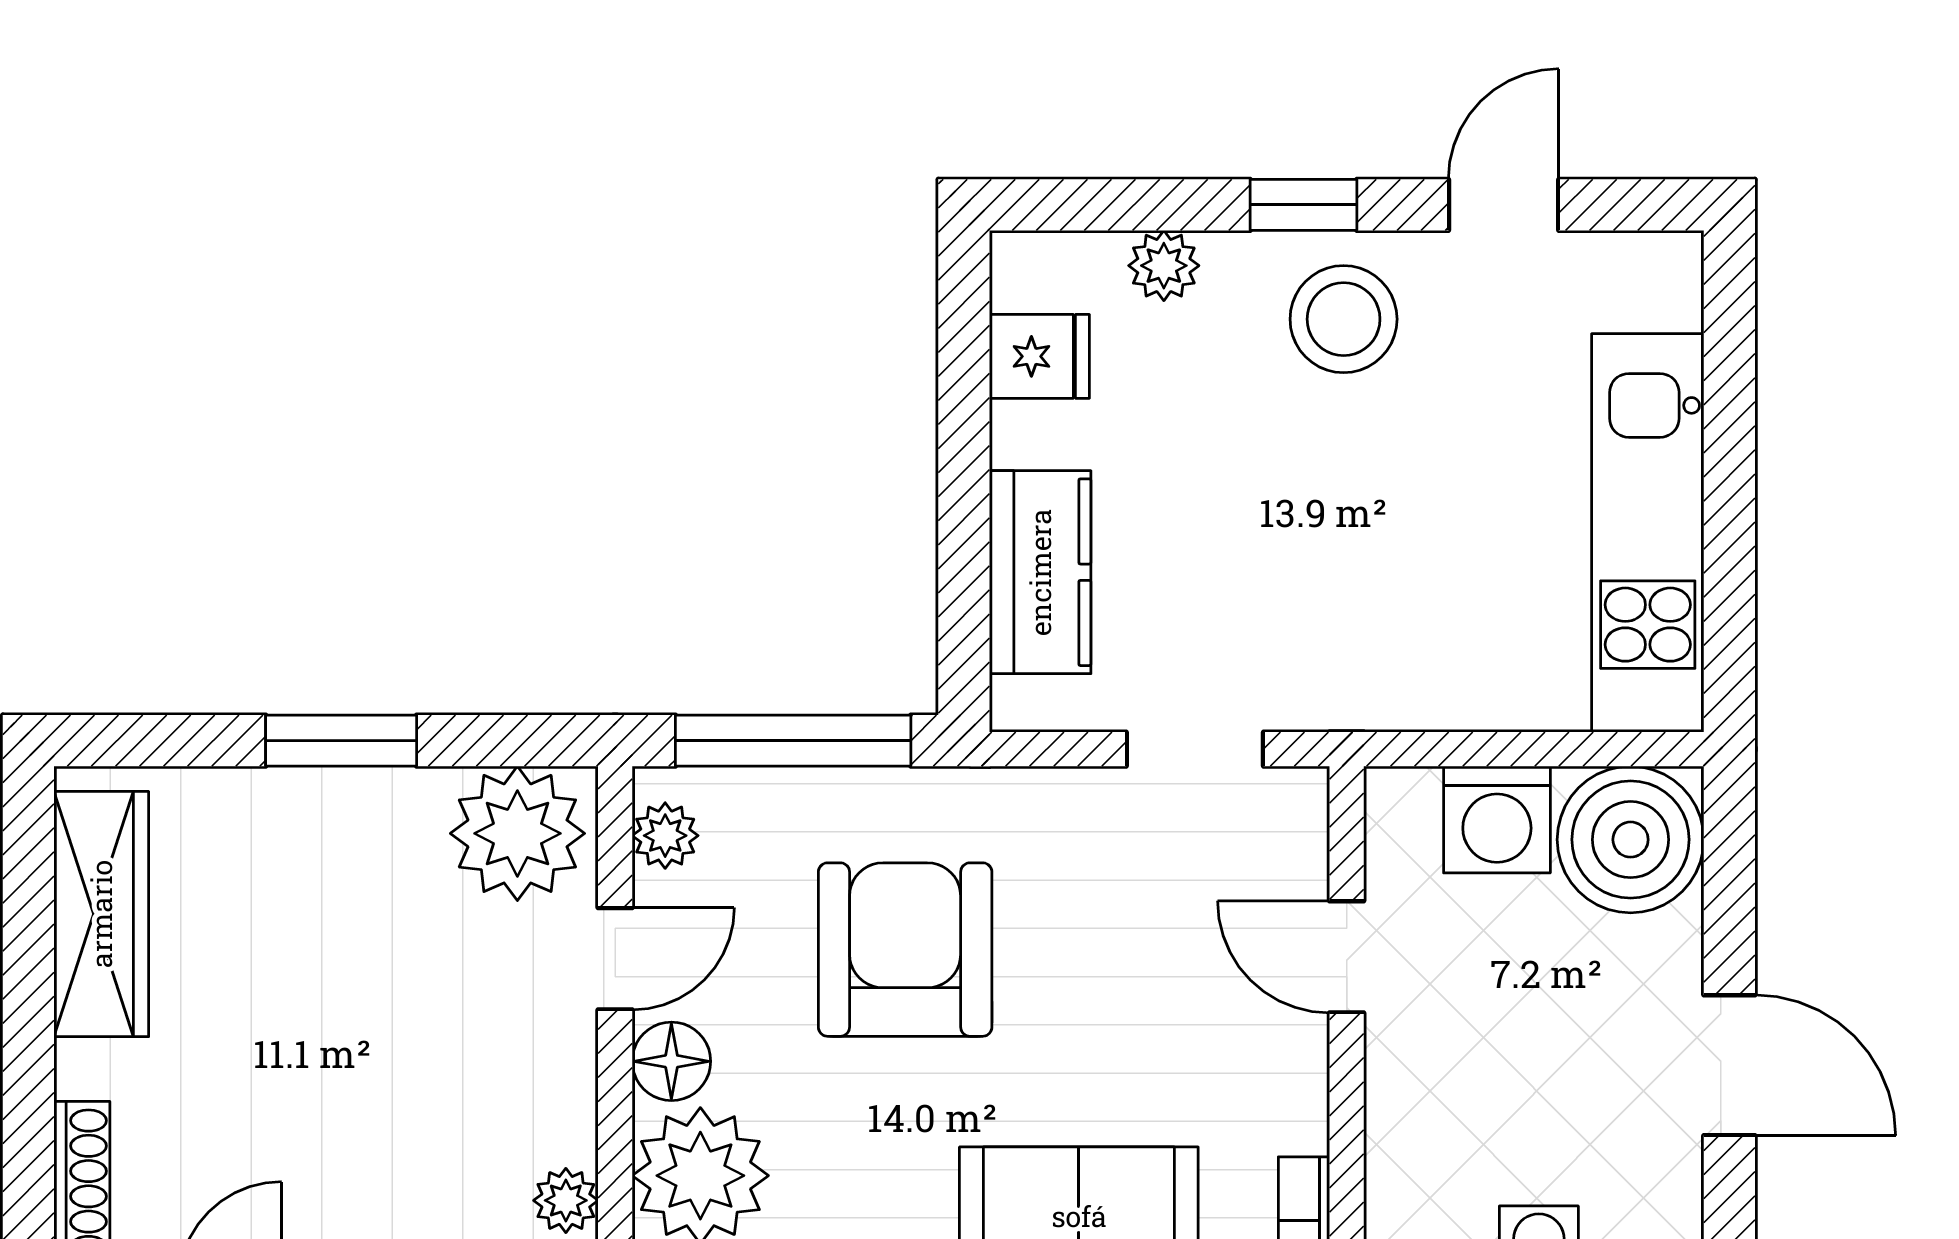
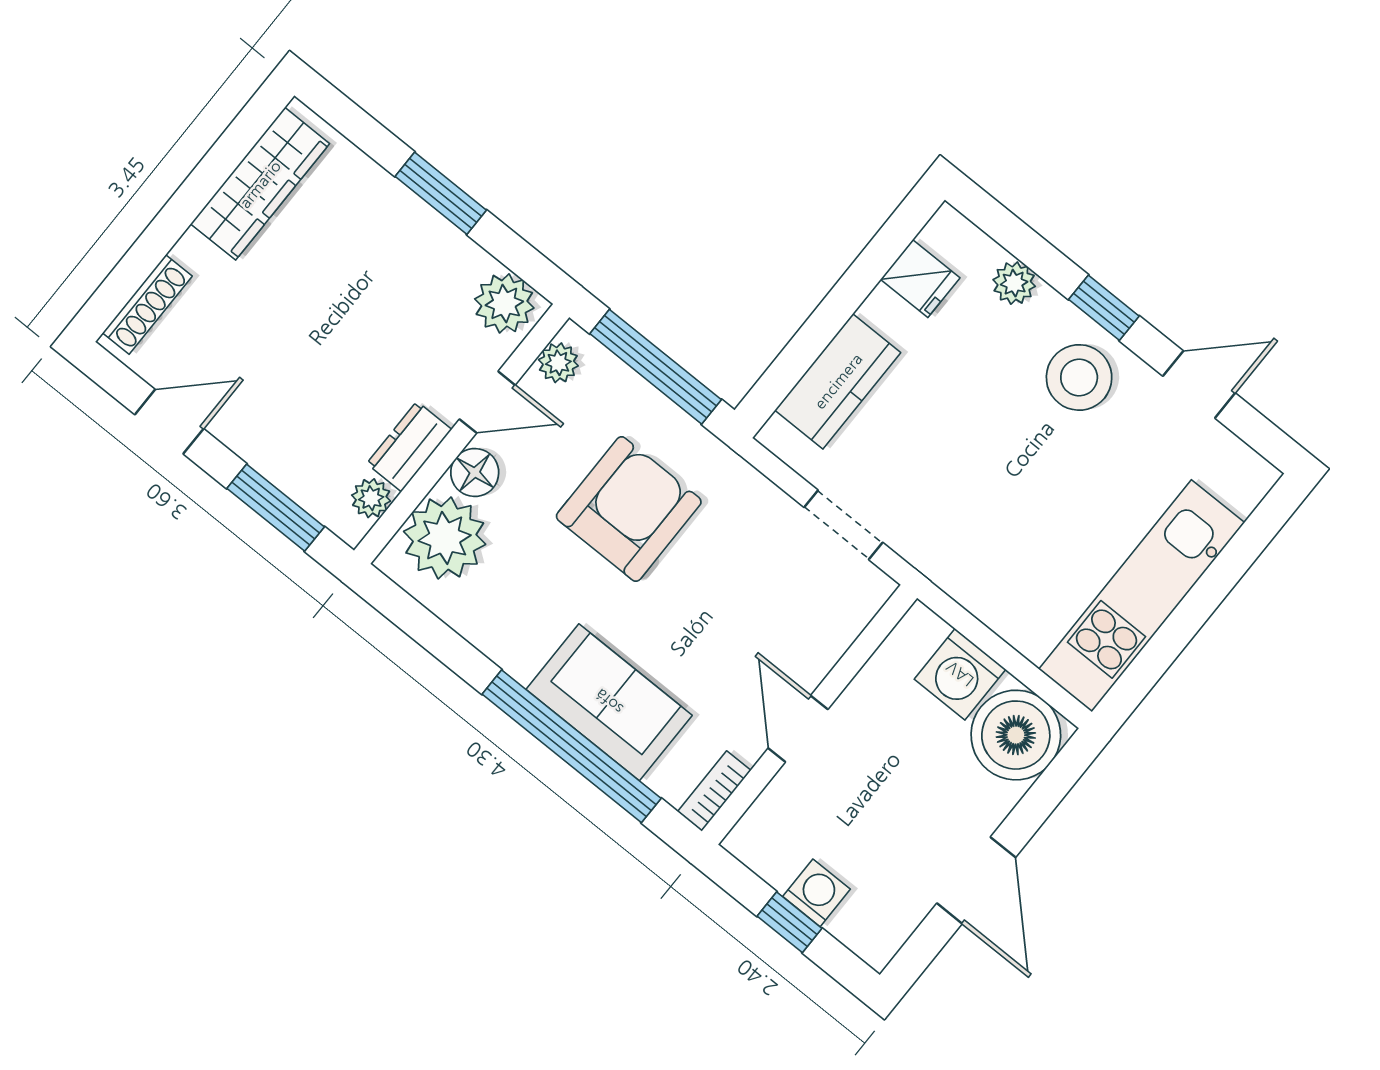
plant: (517, 833) -> (504, 303), width x0.73, depth x0.73
door: (1347, 957) -> (798, 729), moved
dresser: (561, 1096) -> (409, 447), added

